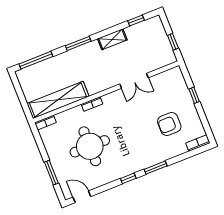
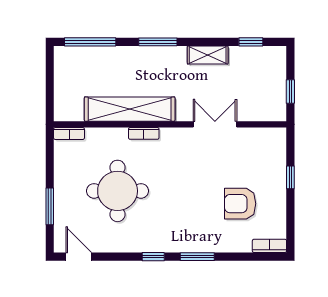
double door: (134, 81) -> (215, 124), swing flipped
shelving: (58, 100) -> (130, 109), moved

